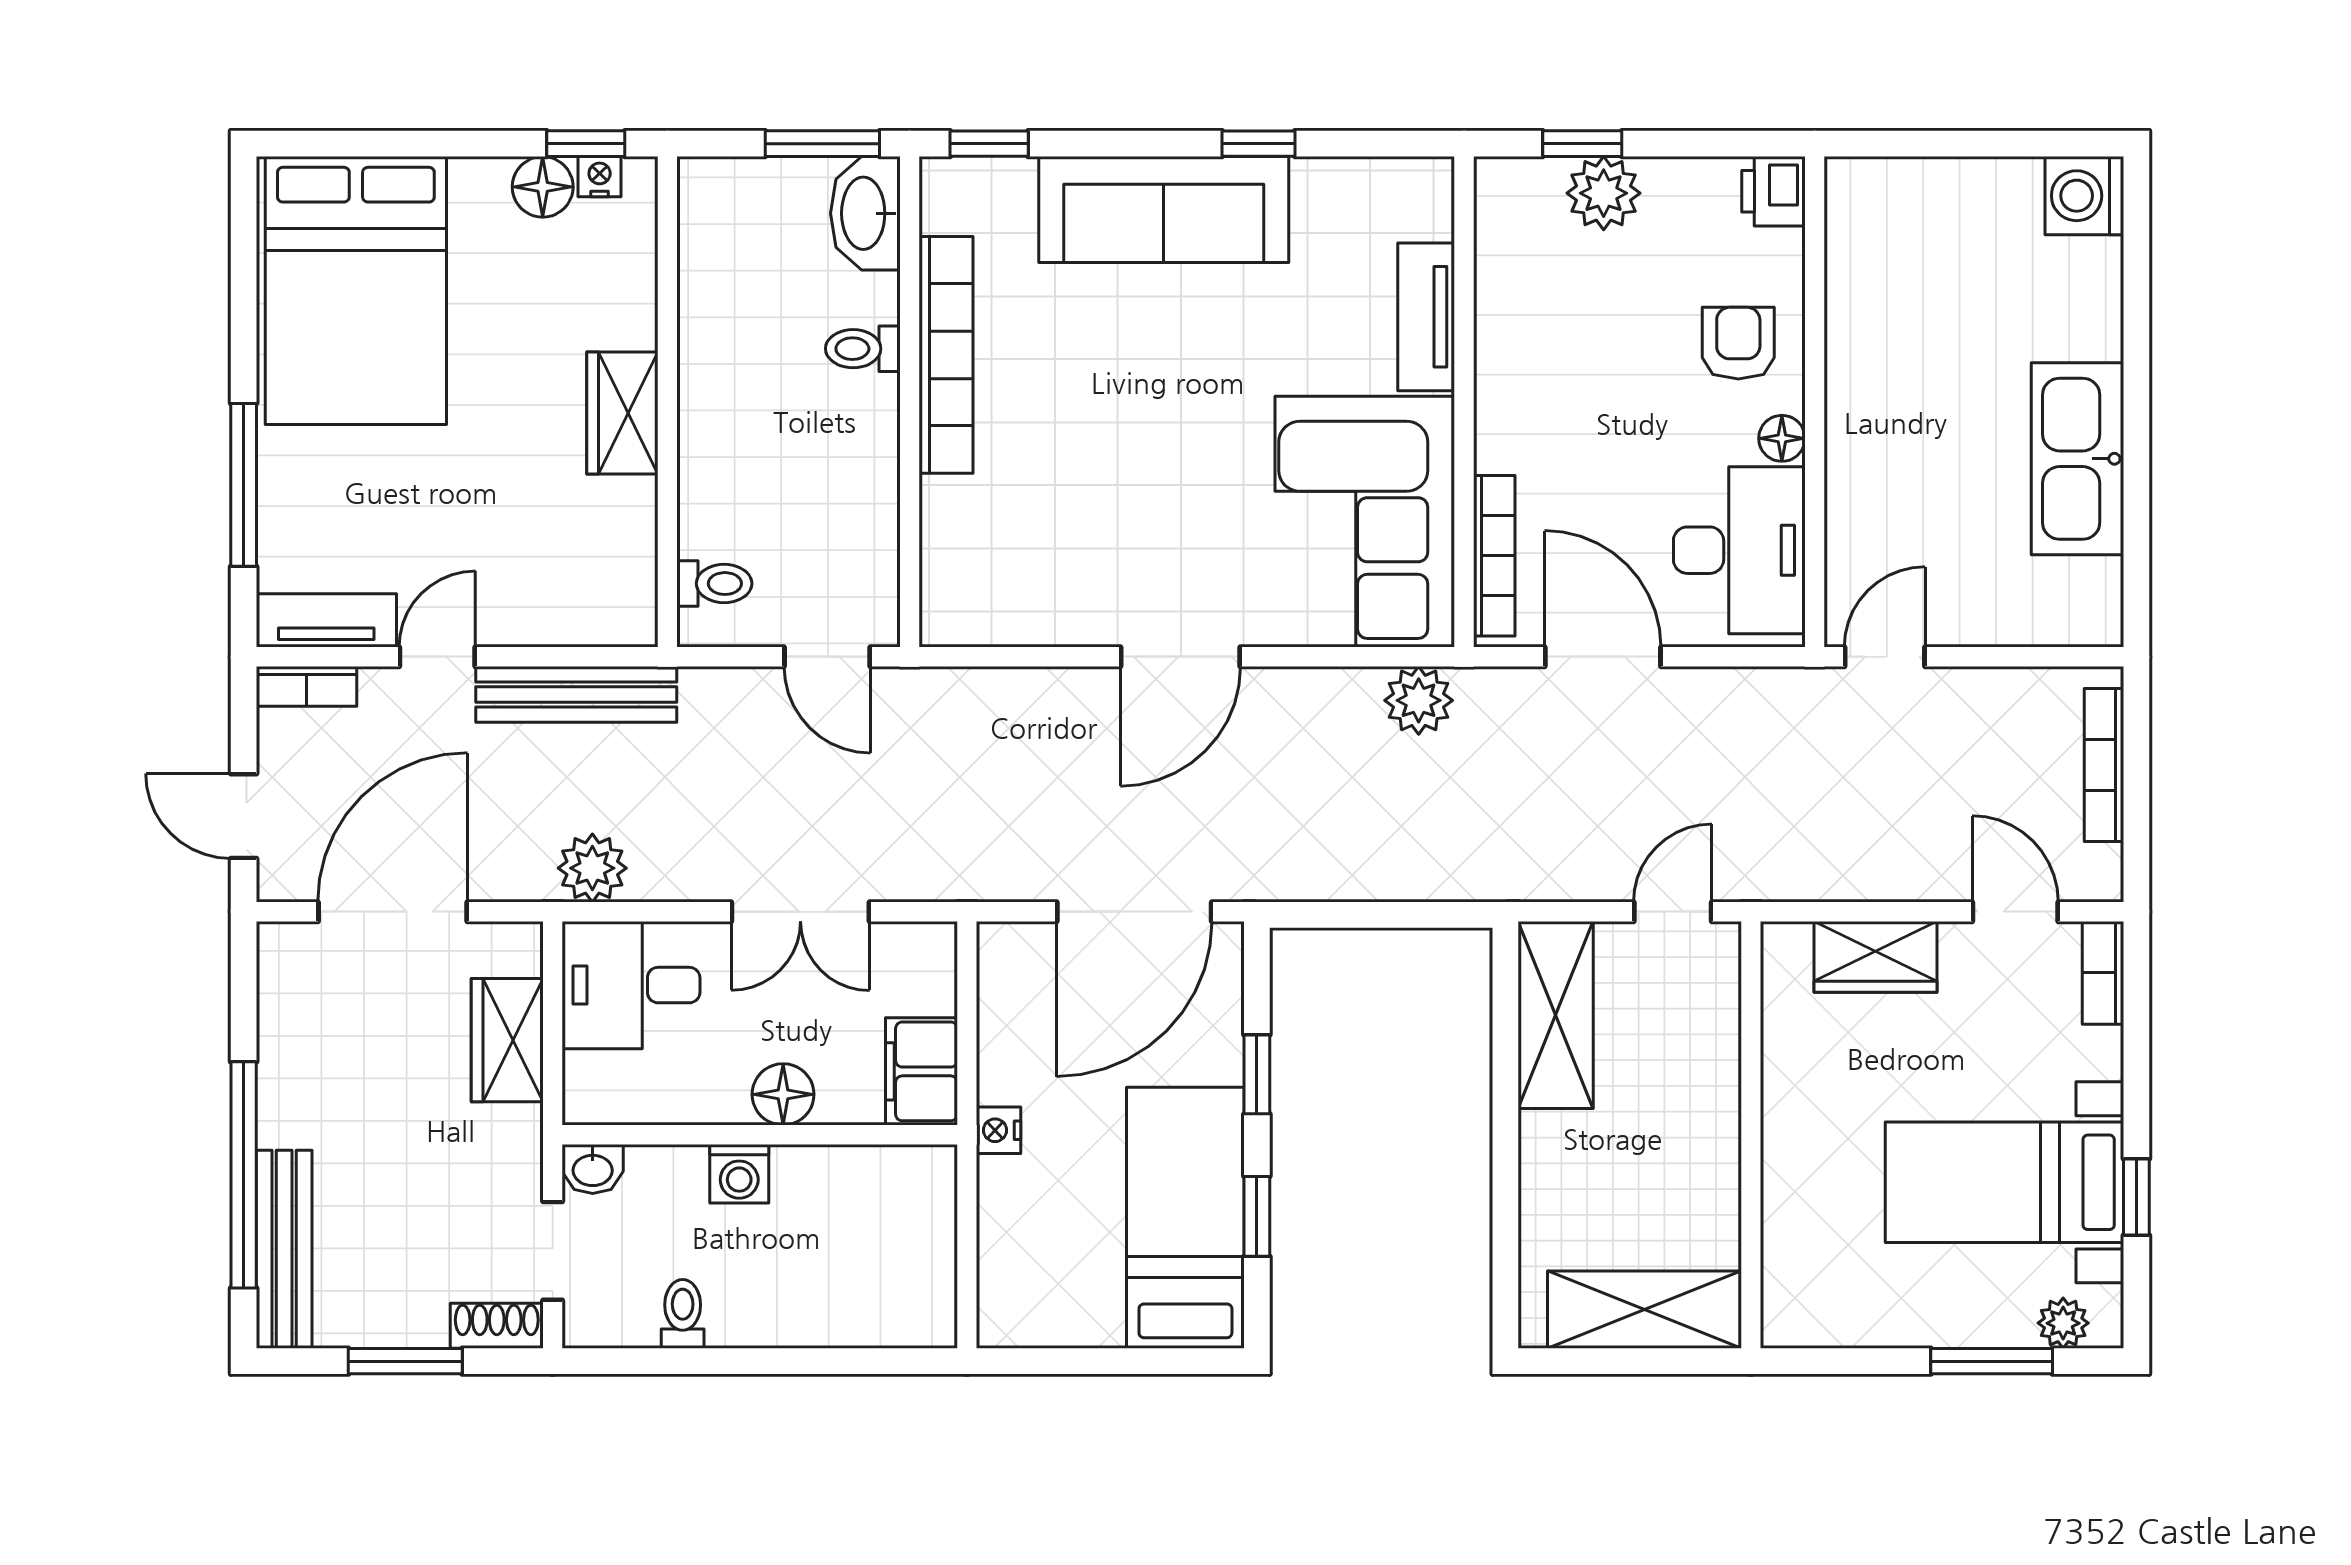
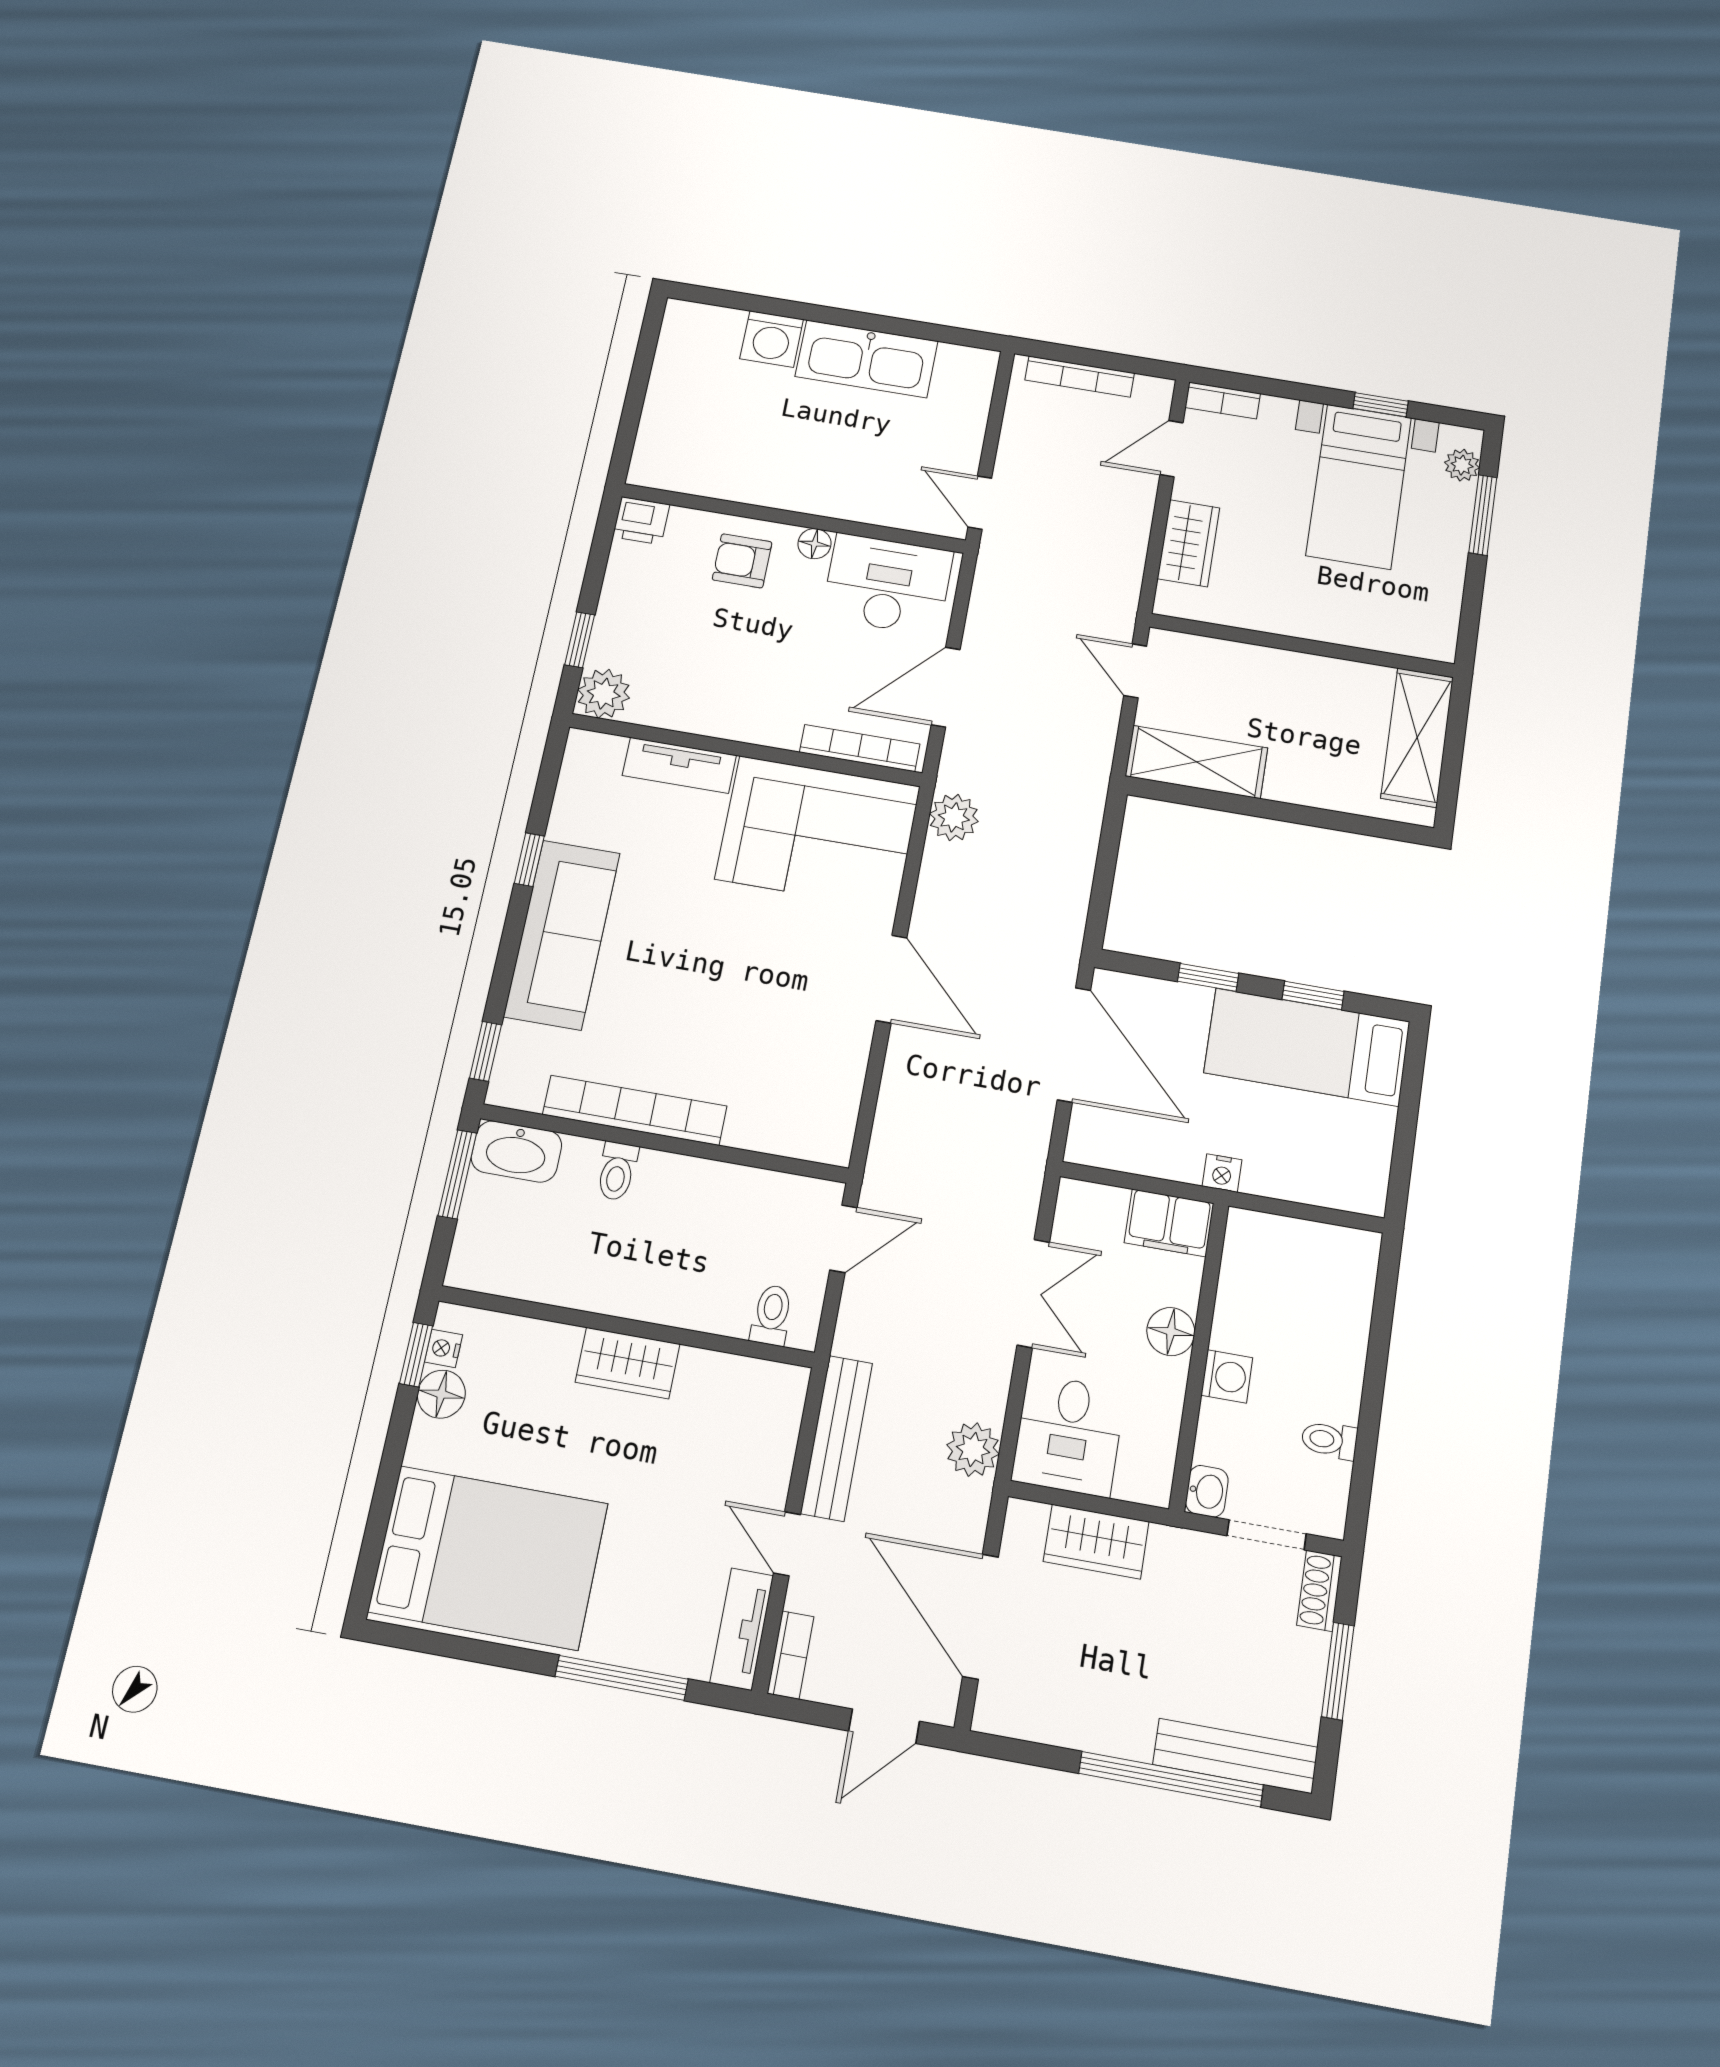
plant: (1604, 193) -> (604, 694), moved
washing machine: (2084, 196) -> (772, 339), moved

